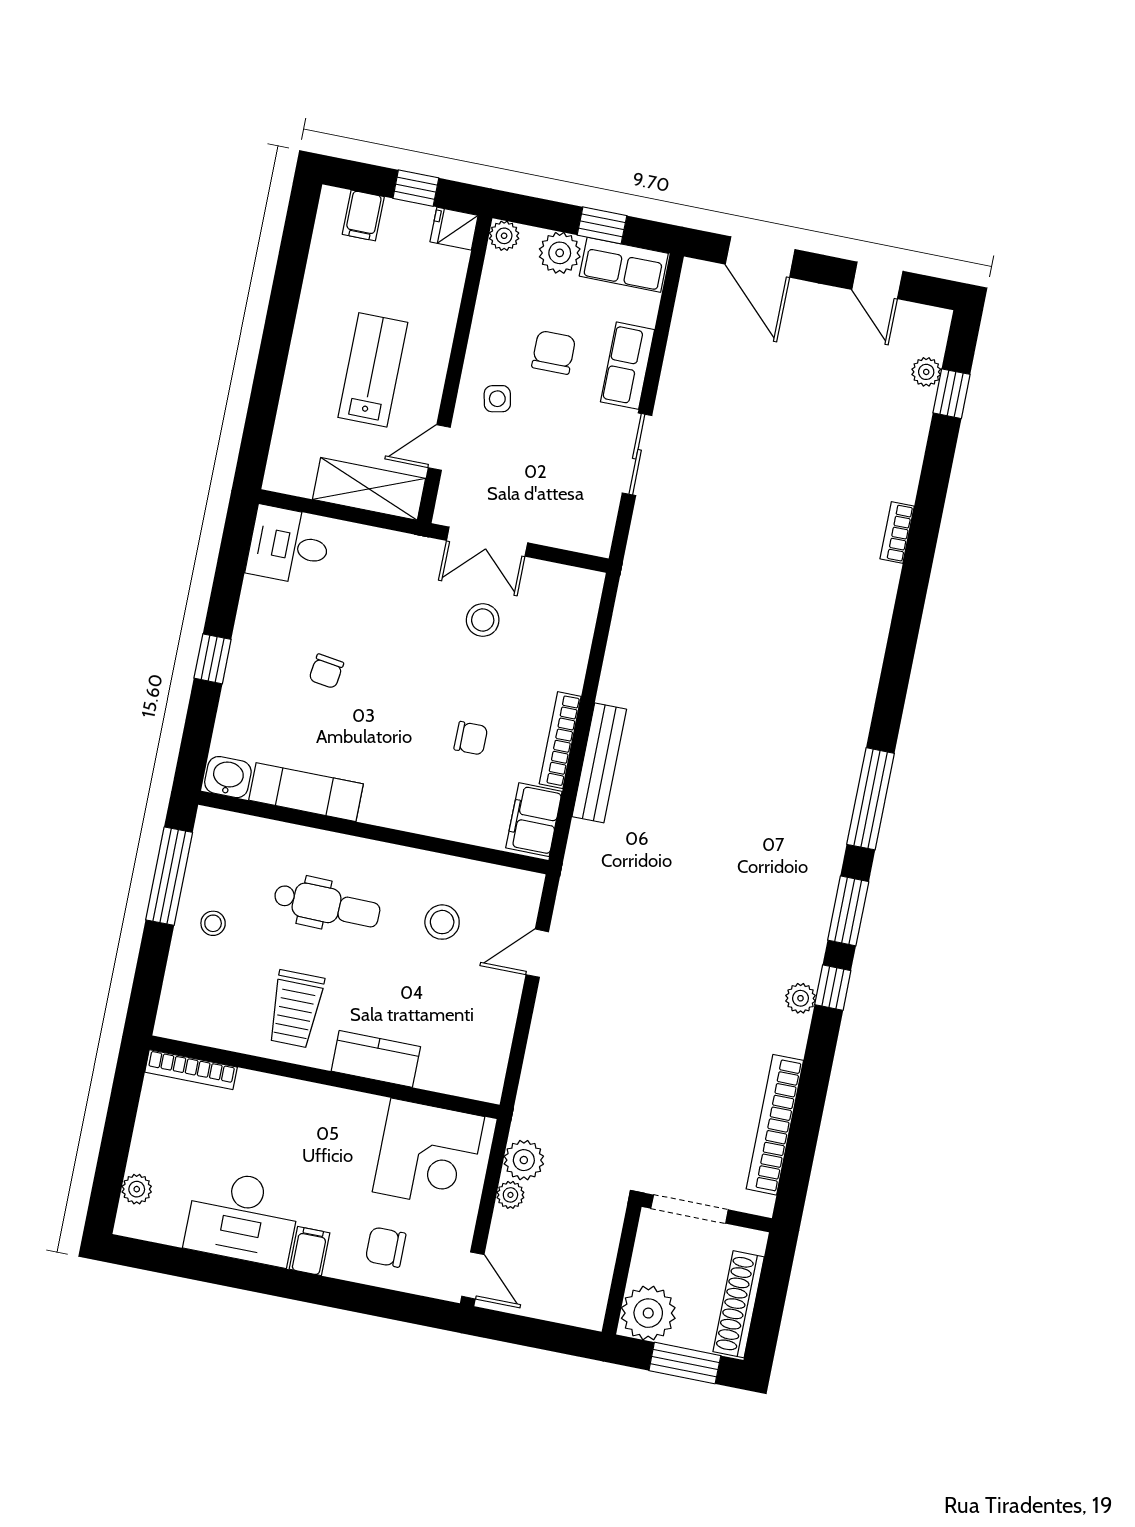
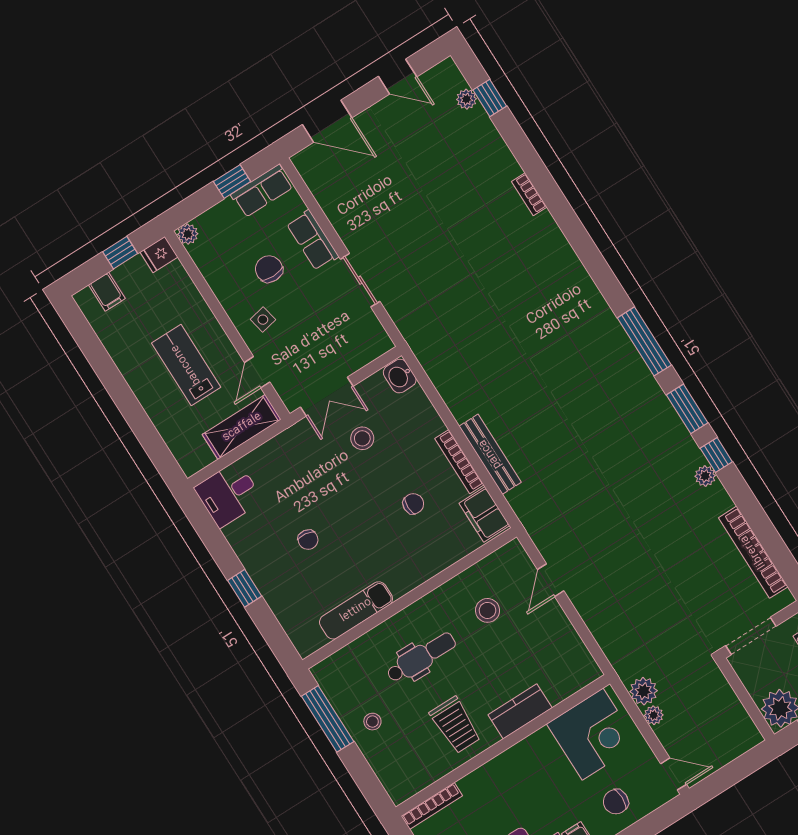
plant: (560, 253) -> (224, 216), removed
washbasin: (228, 777) -> (400, 376), moved, turned -90

